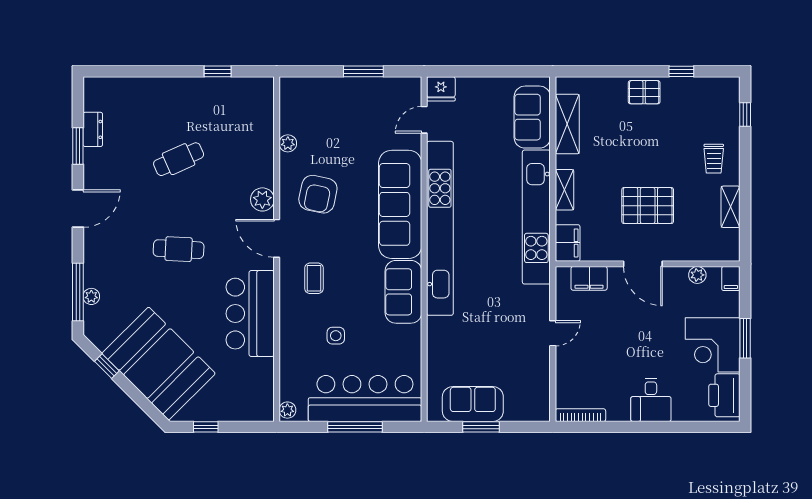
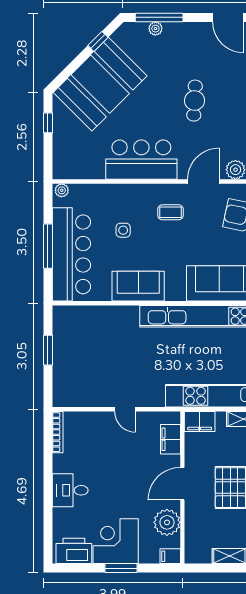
plant: (697, 275) -> (167, 522), width x1.88, depth x1.88
sofa: (403, 292) -> (138, 286), moved
sofa: (473, 404) -> (67, 343), removed

